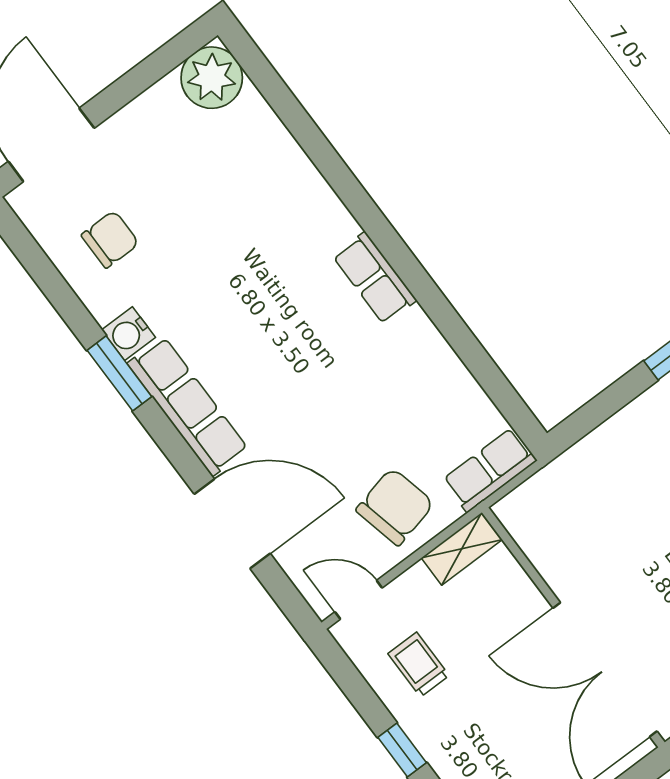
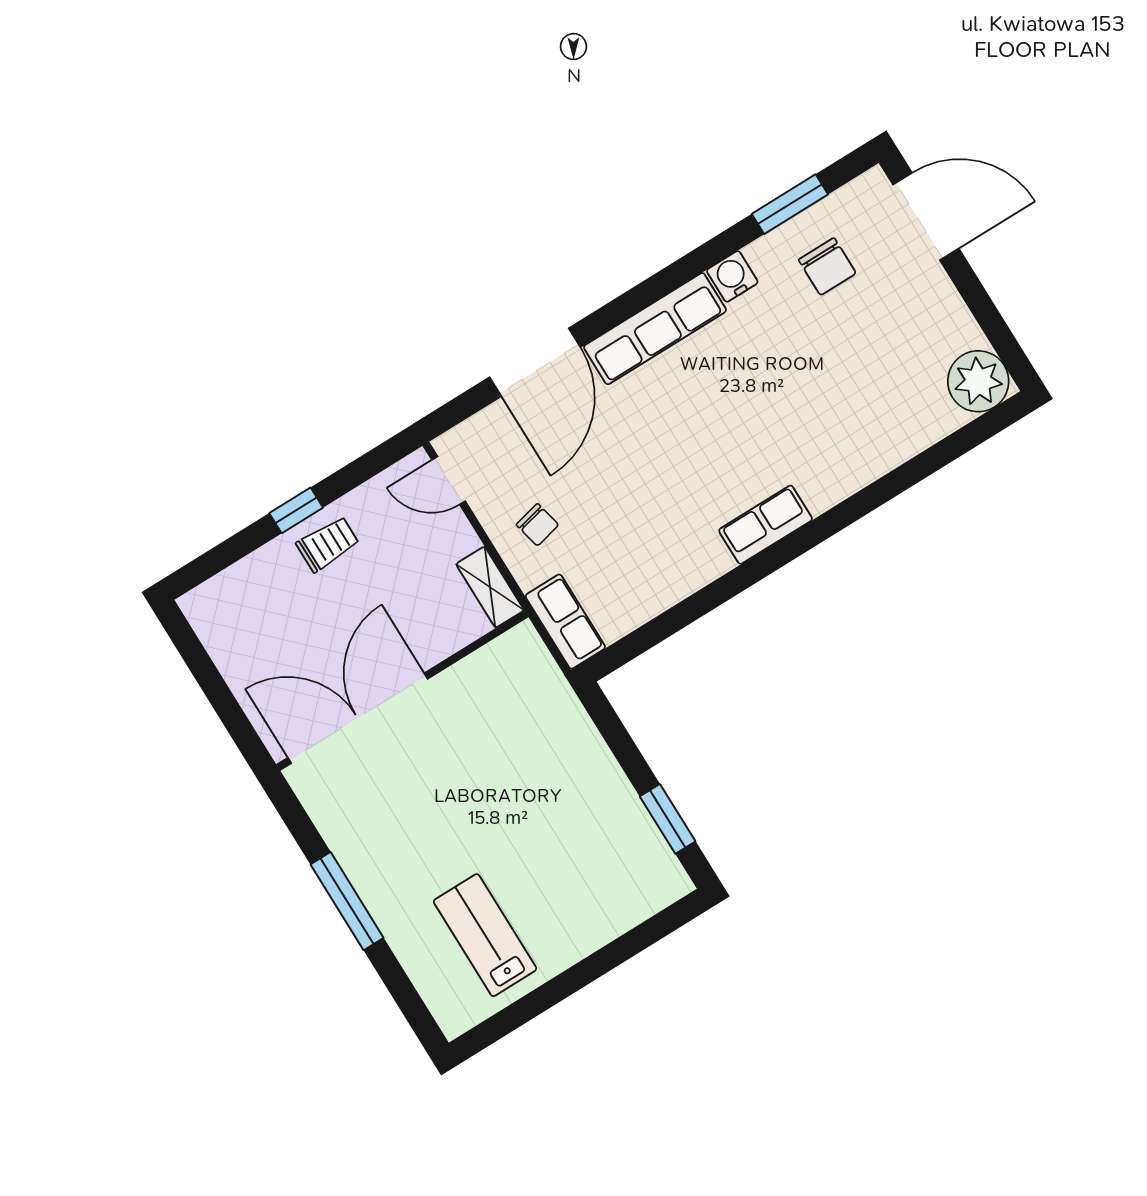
window: (119, 373) -> (790, 204), moved
chair: (395, 507) -> (537, 525), width x0.54, depth x0.54
door: (359, 600) -> (449, 480), swing flipped
trolley: (419, 665) -> (328, 544), moved

